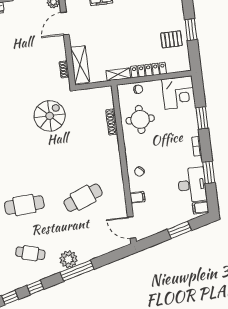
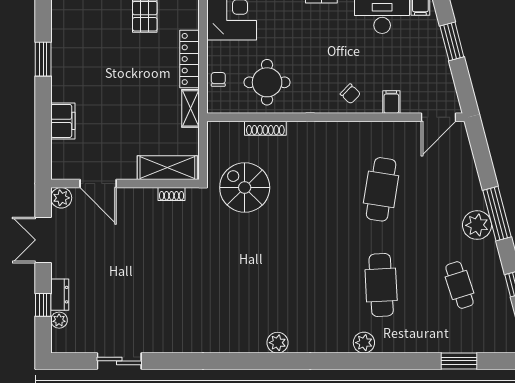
spiral stairs: (50, 116) -> (245, 188), moved
cafe table: (83, 198) -> (381, 189), turned 30
cafe table: (30, 253) -> (460, 285), turned -33

